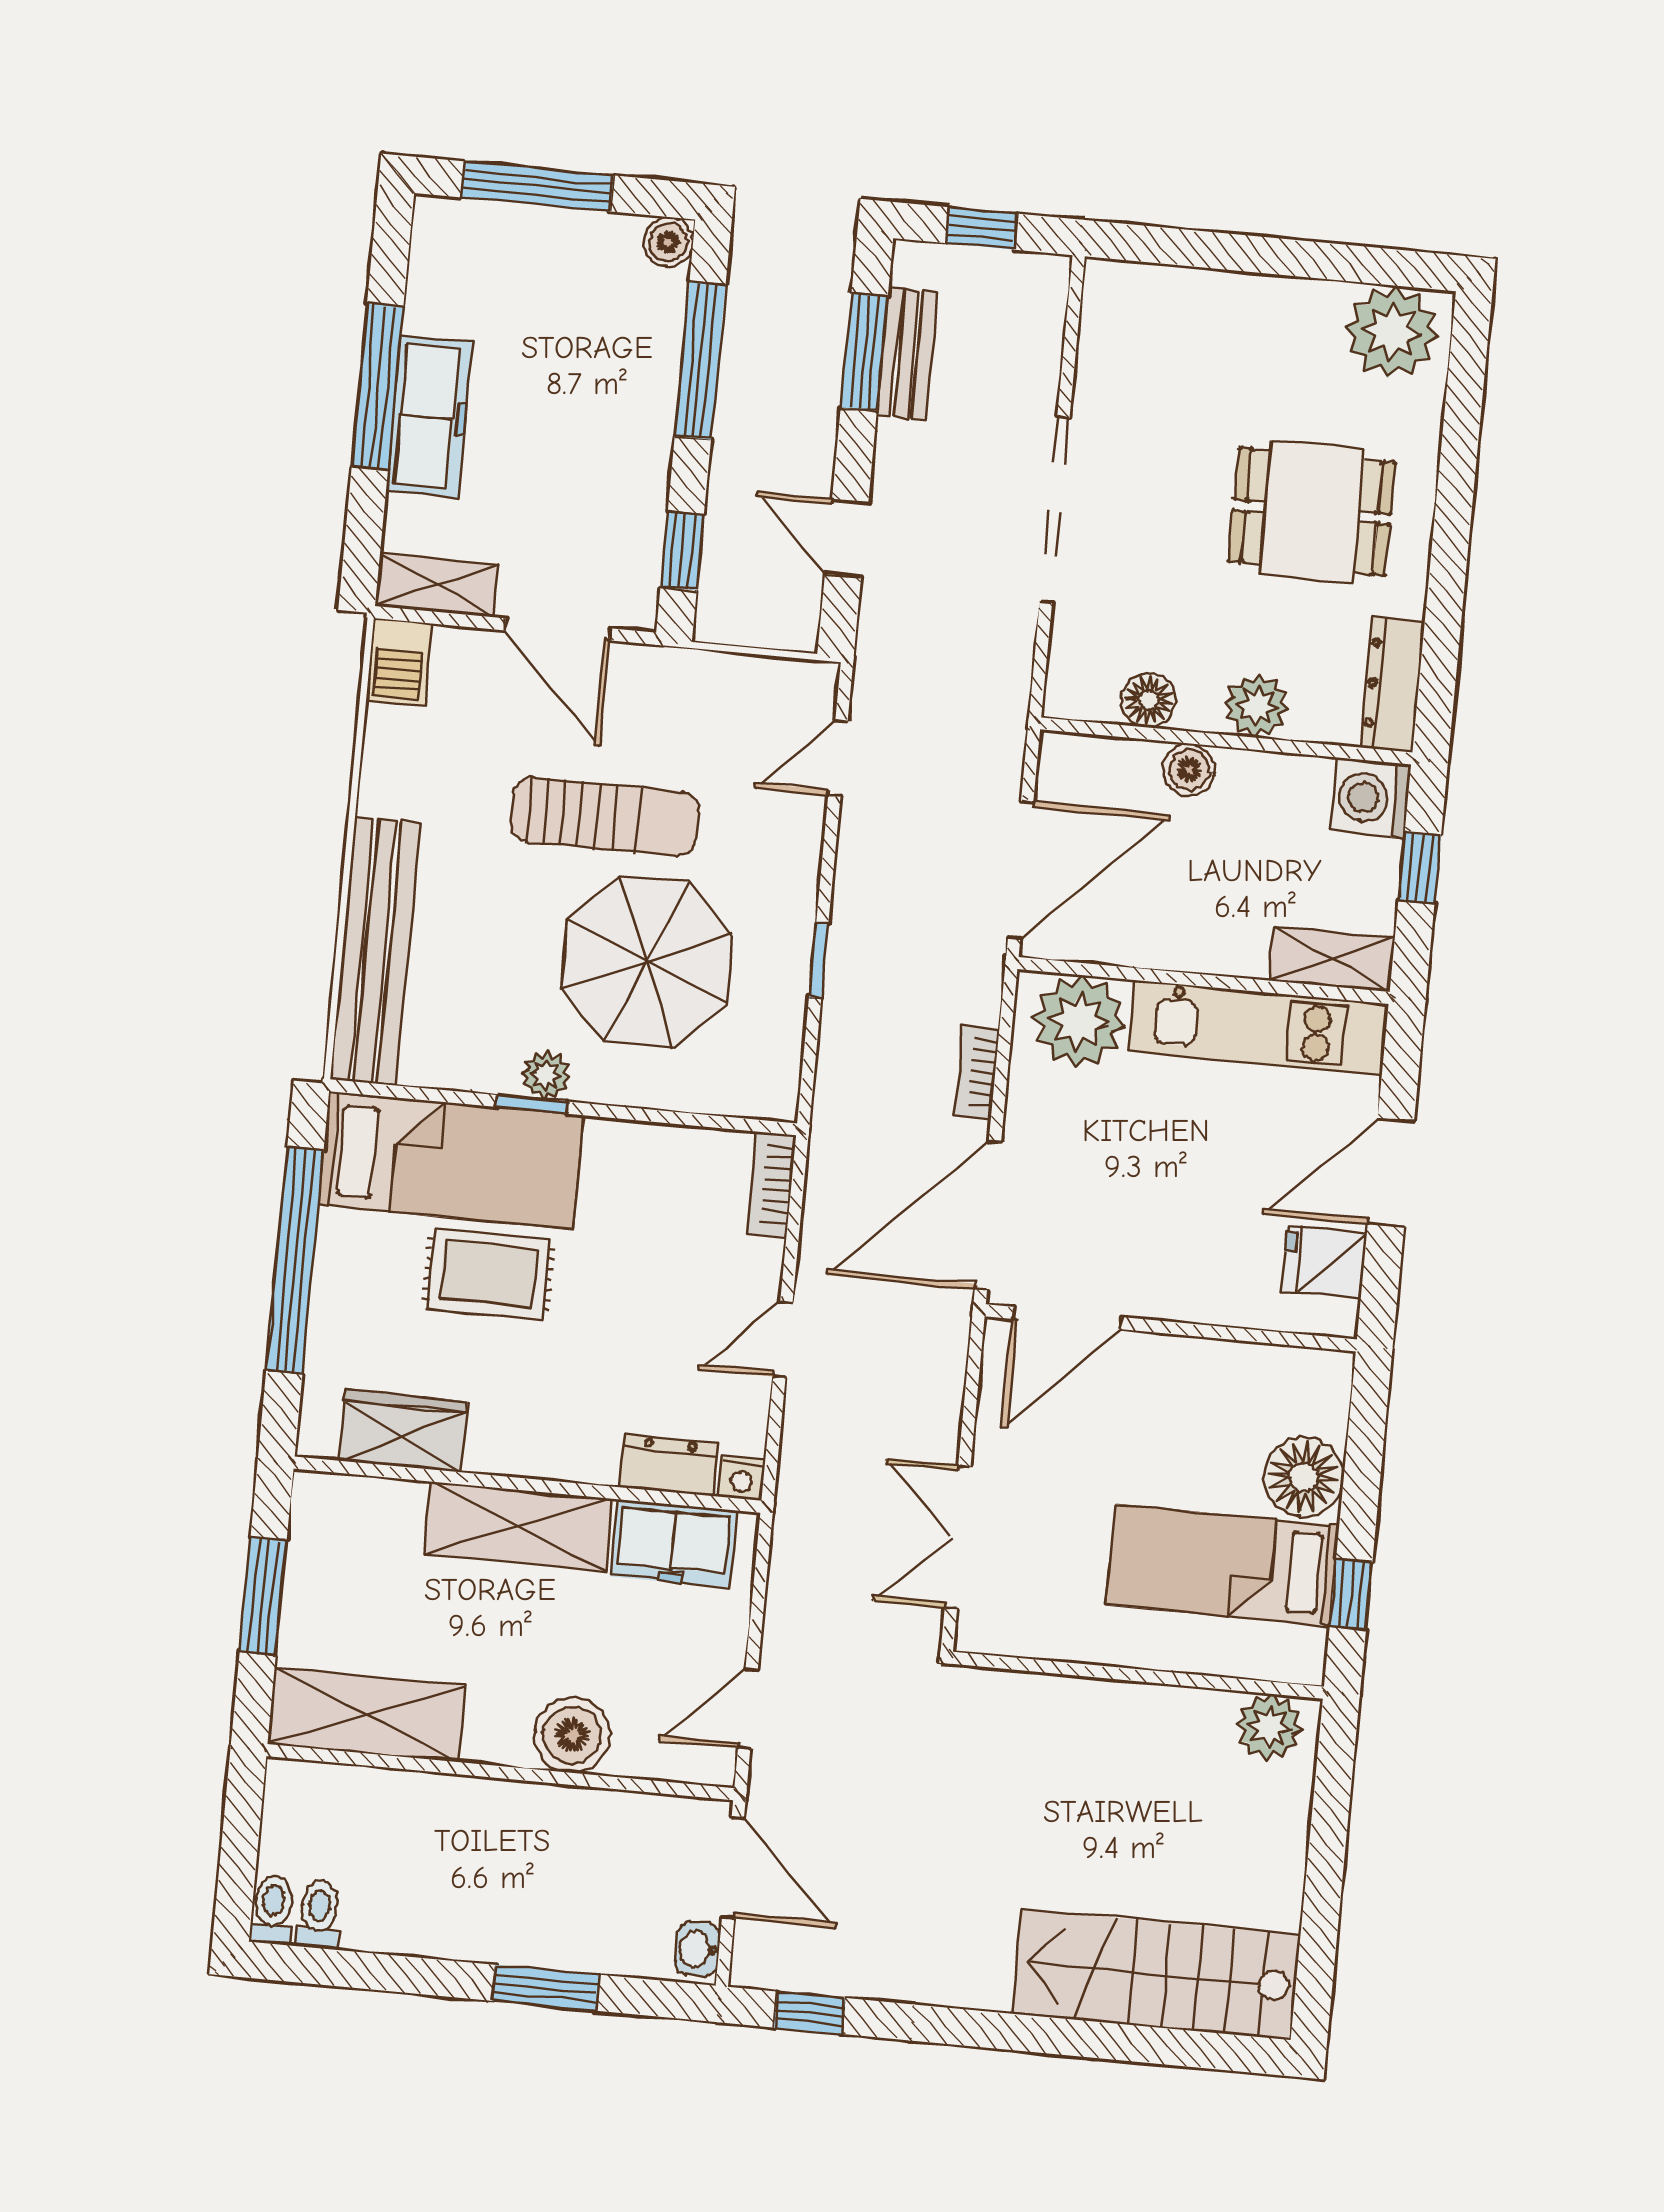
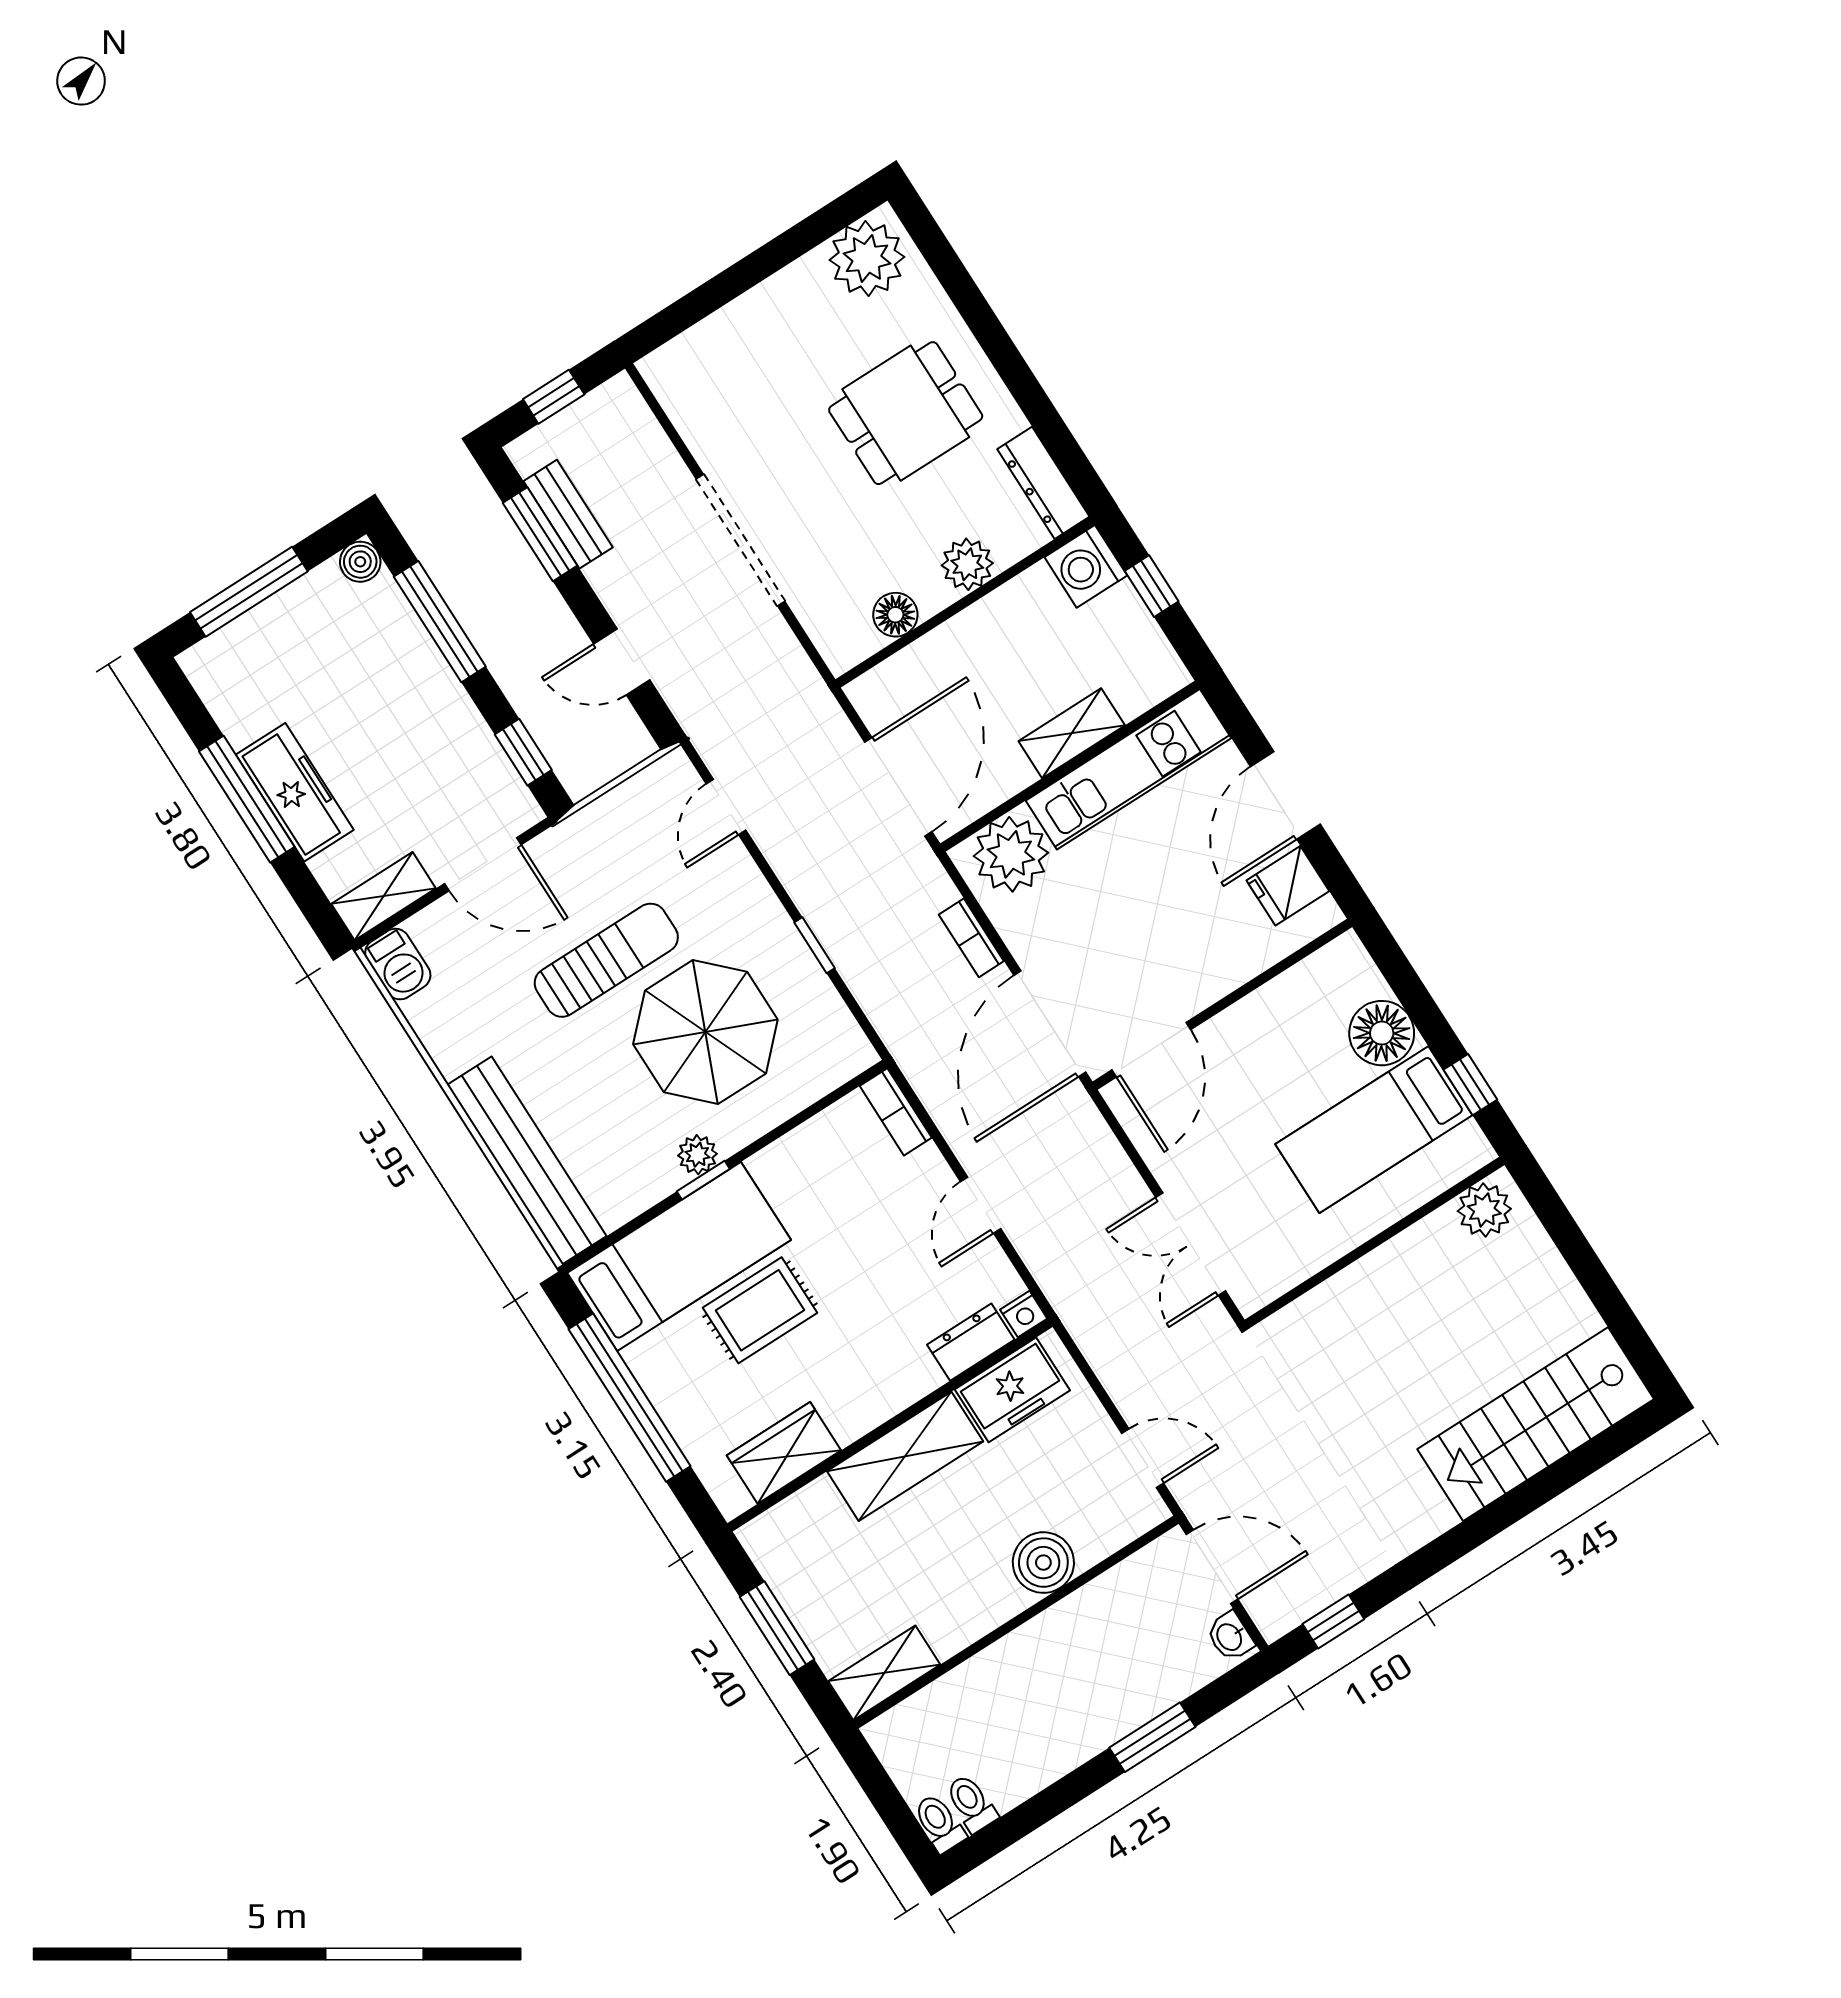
boiler: (1189, 770) -> (956, 639), removed
shelving: (1332, 959) -> (1072, 733), moved
door: (748, 1709) -> (1143, 1458), swing flipped
shelving: (366, 1715) -> (884, 1673), width x0.67, depth x0.75

